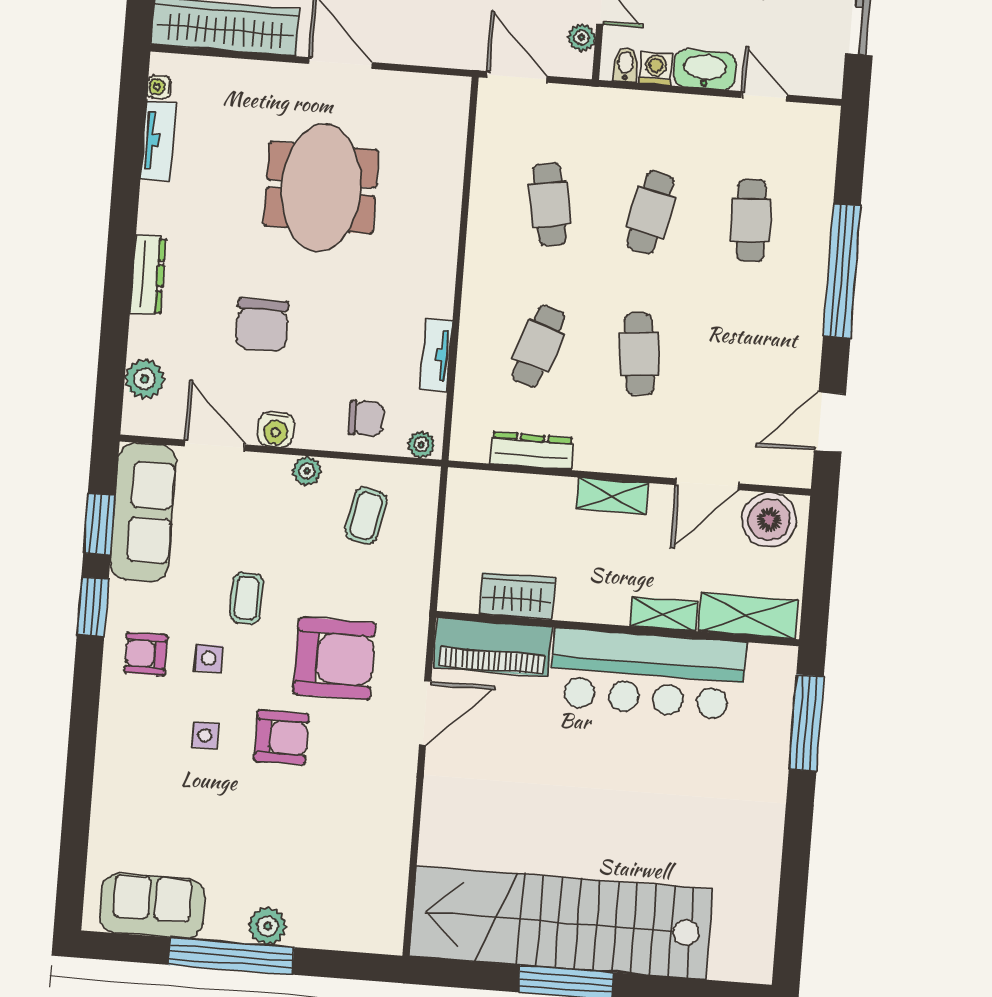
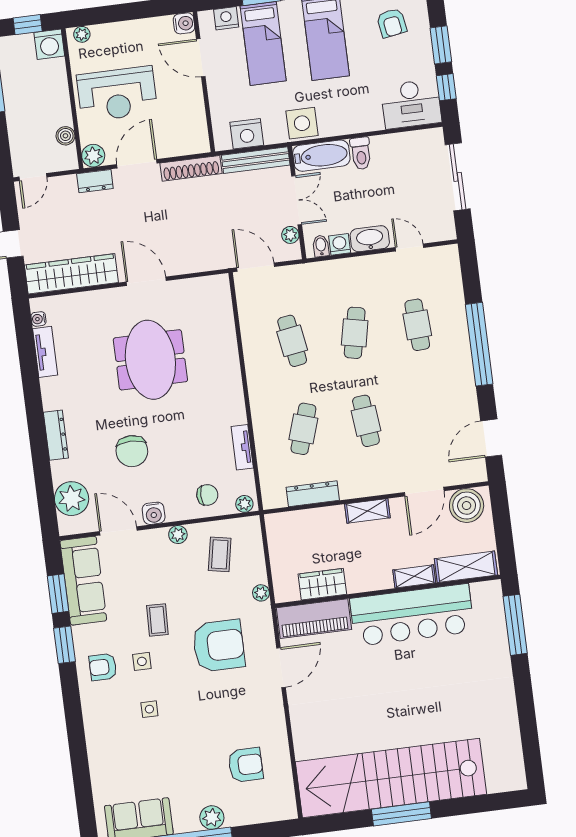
plant: (145, 379) -> (72, 499), width x1.36, depth x1.36
plant: (418, 590) -> (261, 593), added
armchair: (281, 737) -> (246, 765), moved

